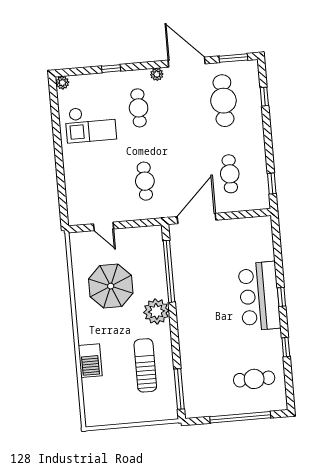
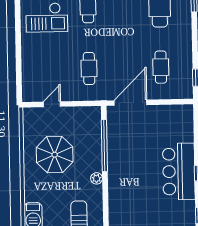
door: (104, 226) -> (52, 104), swing flipped
plant: (156, 311) -> (97, 178), width x0.53, depth x0.53

